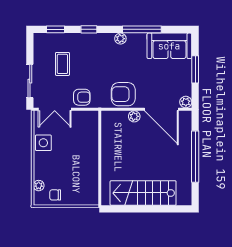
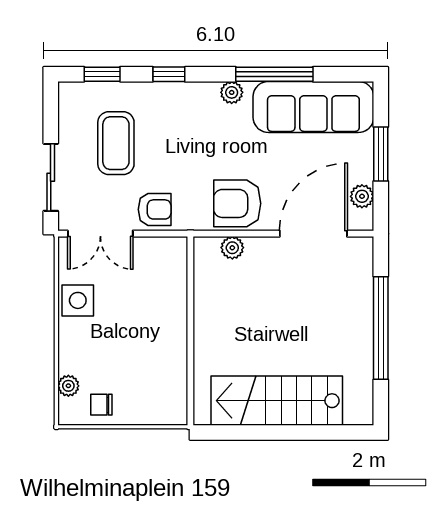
sofa: (169, 46) -> (313, 107), width x1.36
coffee table: (62, 64) -> (116, 143), width x1.36, depth x1.30
plant: (186, 102) -> (362, 196), moved
door: (161, 109) -> (313, 234), swing flipped
plant: (134, 116) -> (232, 248), moved

